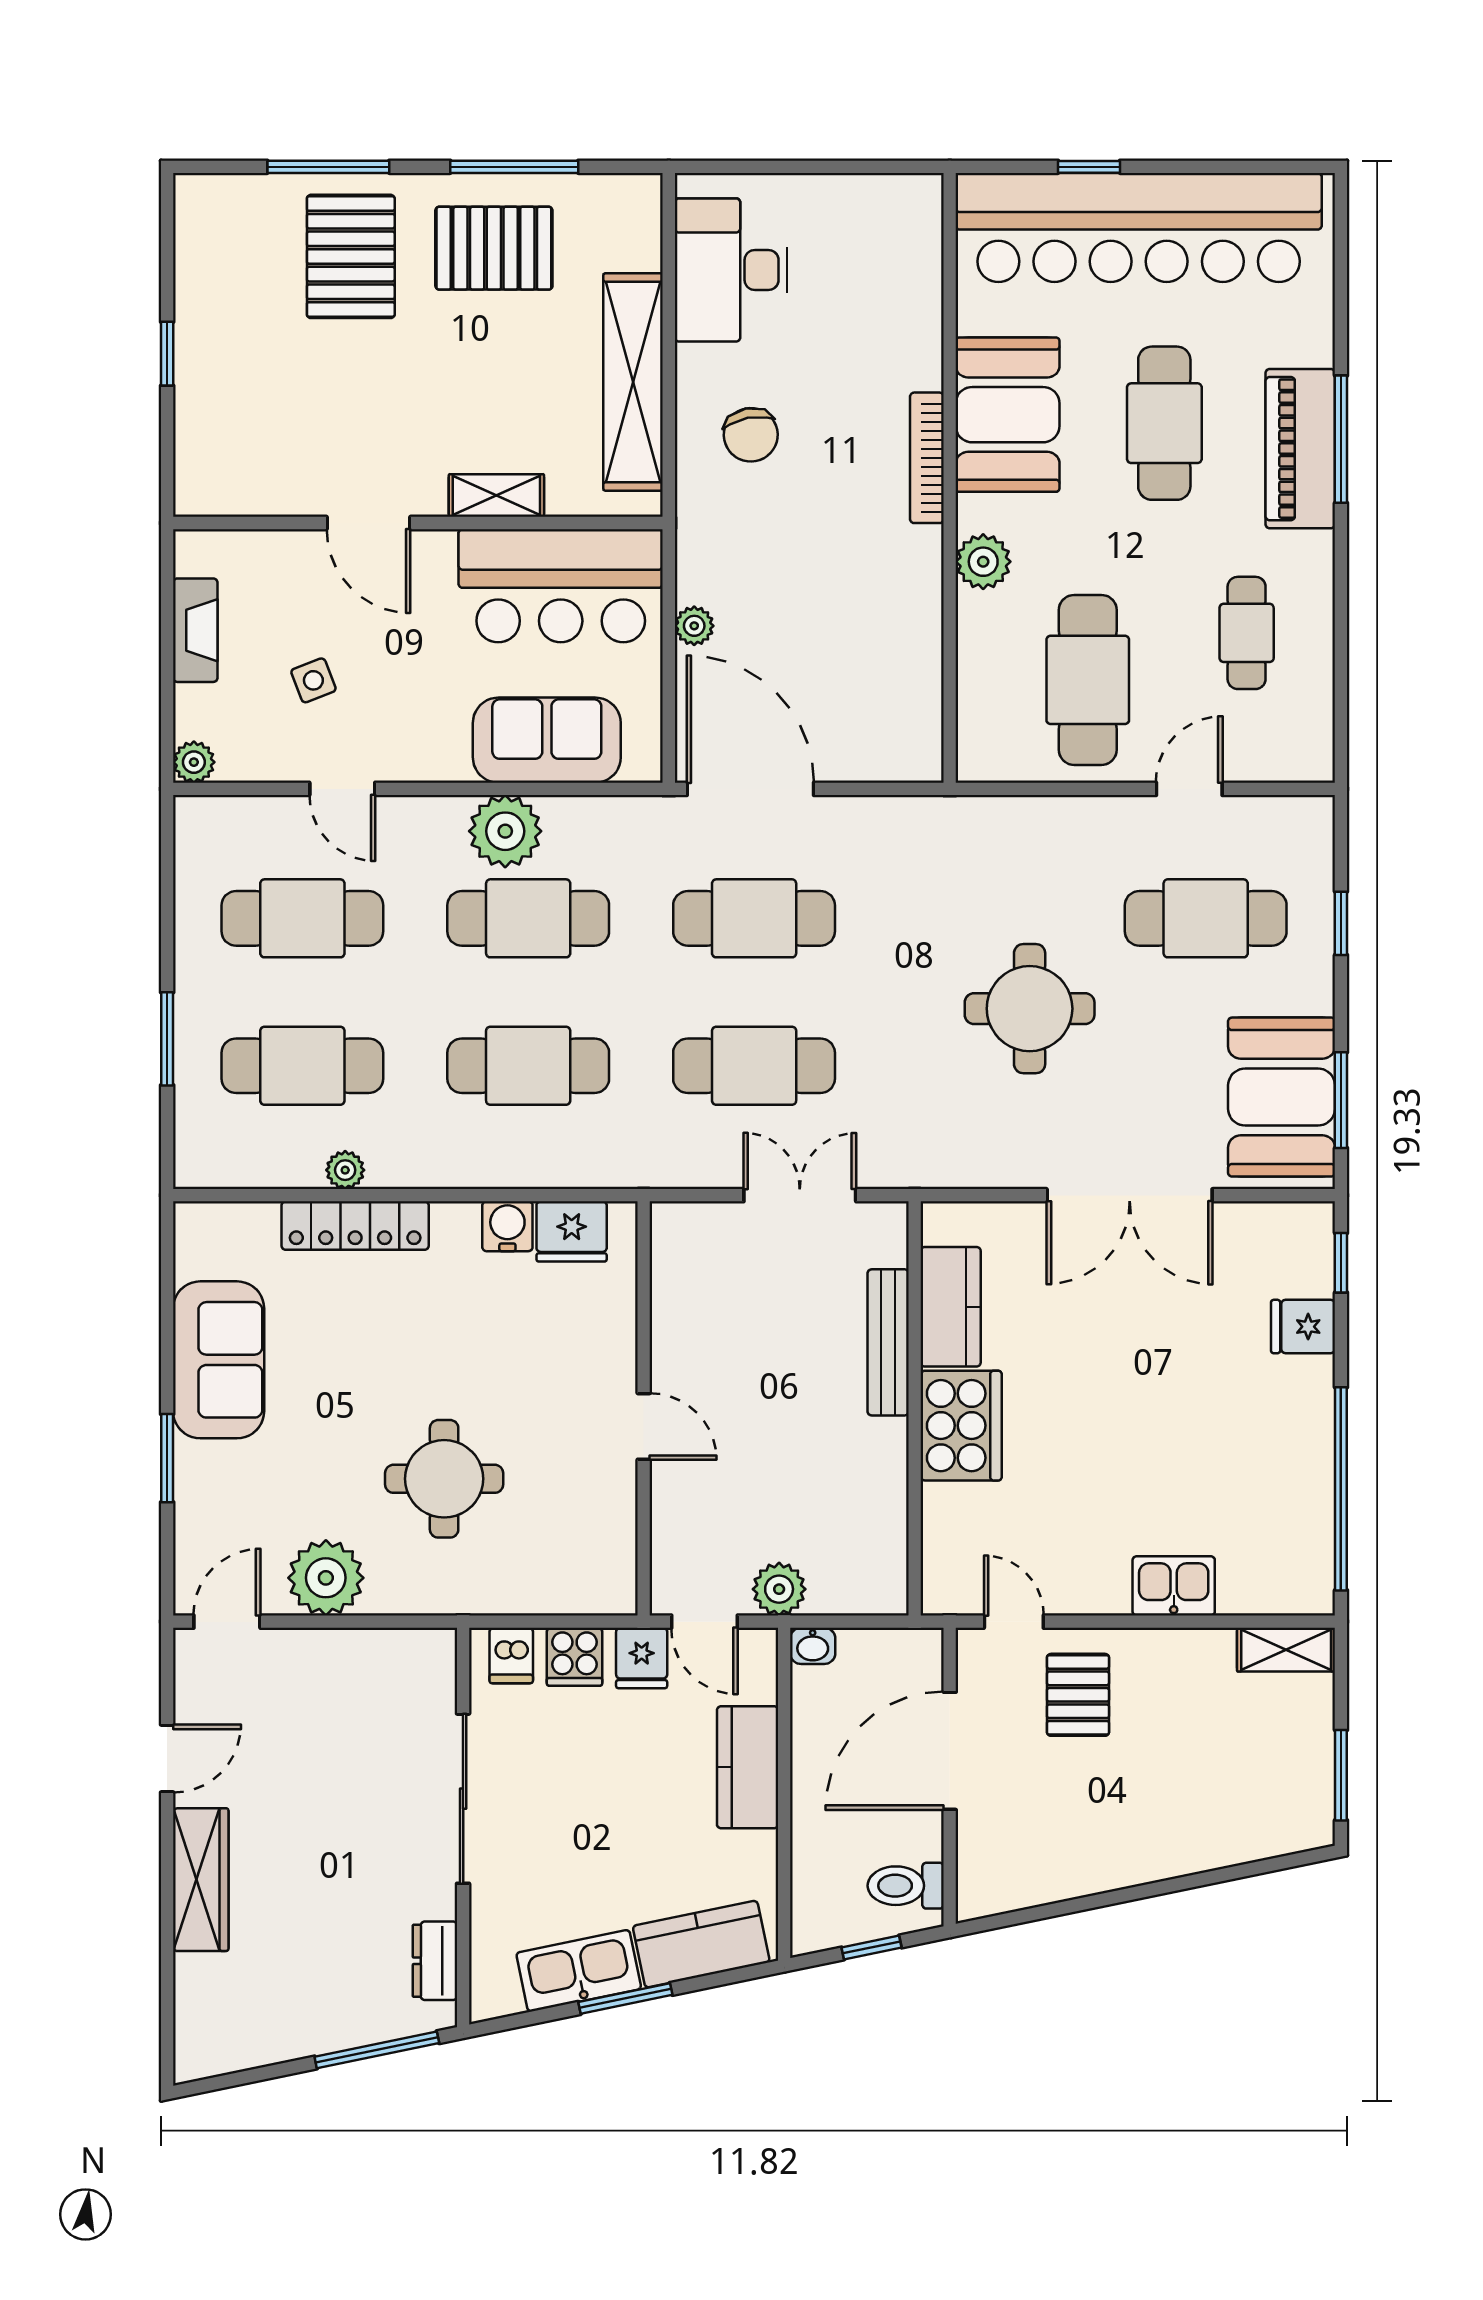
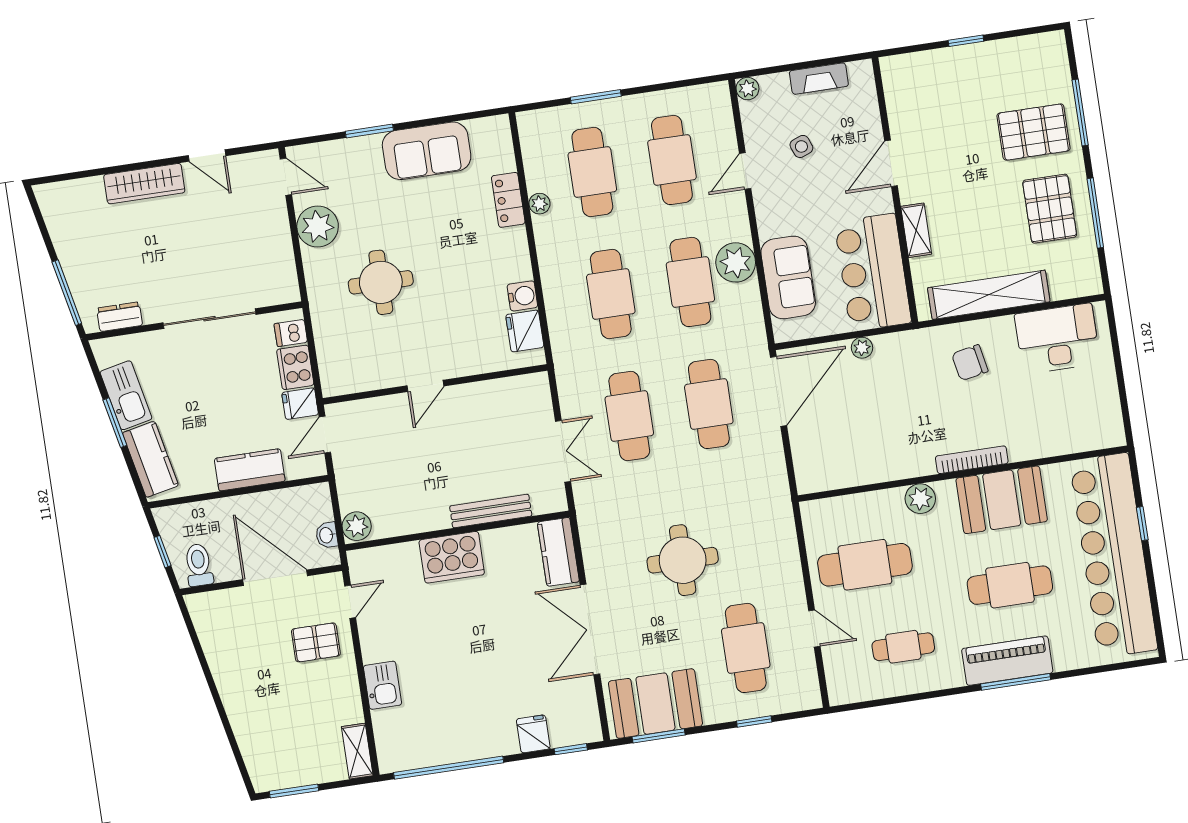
locker: (355, 1226) -> (508, 200), width x0.66
kitchen counter: (951, 1307) -> (558, 552), moved, turned 90
plant: (779, 1589) -> (357, 526), moved
washbasin: (813, 1646) -> (327, 535), moved
cooker: (575, 1657) -> (295, 367), width x1.36

